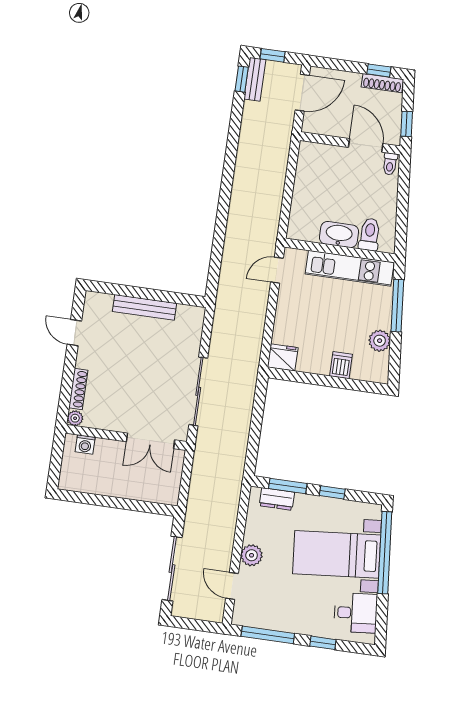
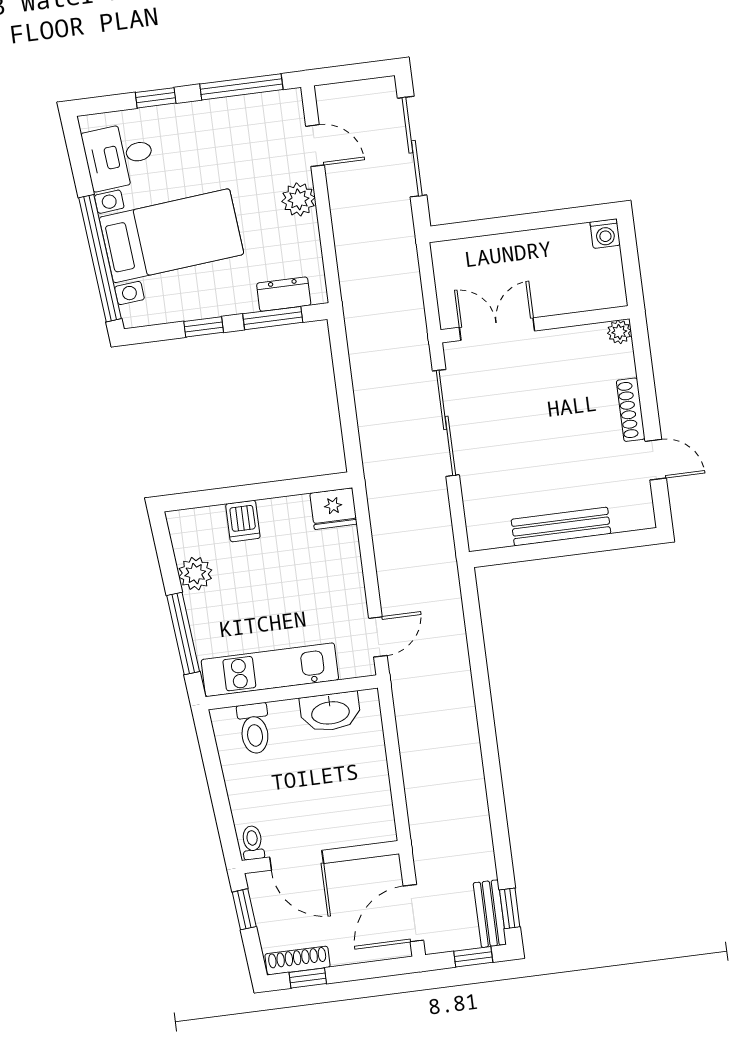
washbasin: (339, 235) -> (330, 712), moved
shoe rack: (78, 389) -> (631, 410), moved
washing machine: (85, 444) -> (605, 234), moved, turned 180

